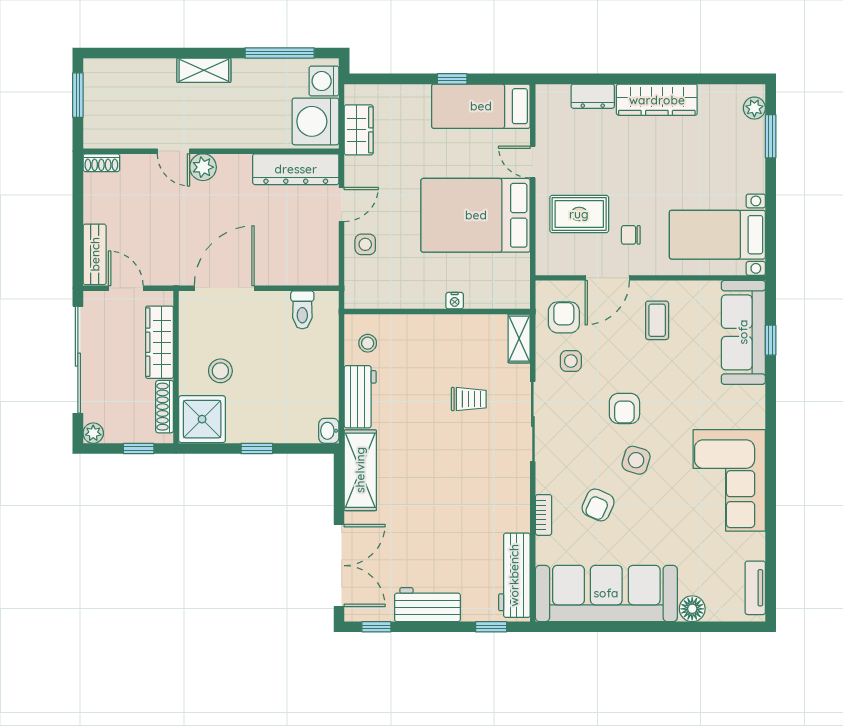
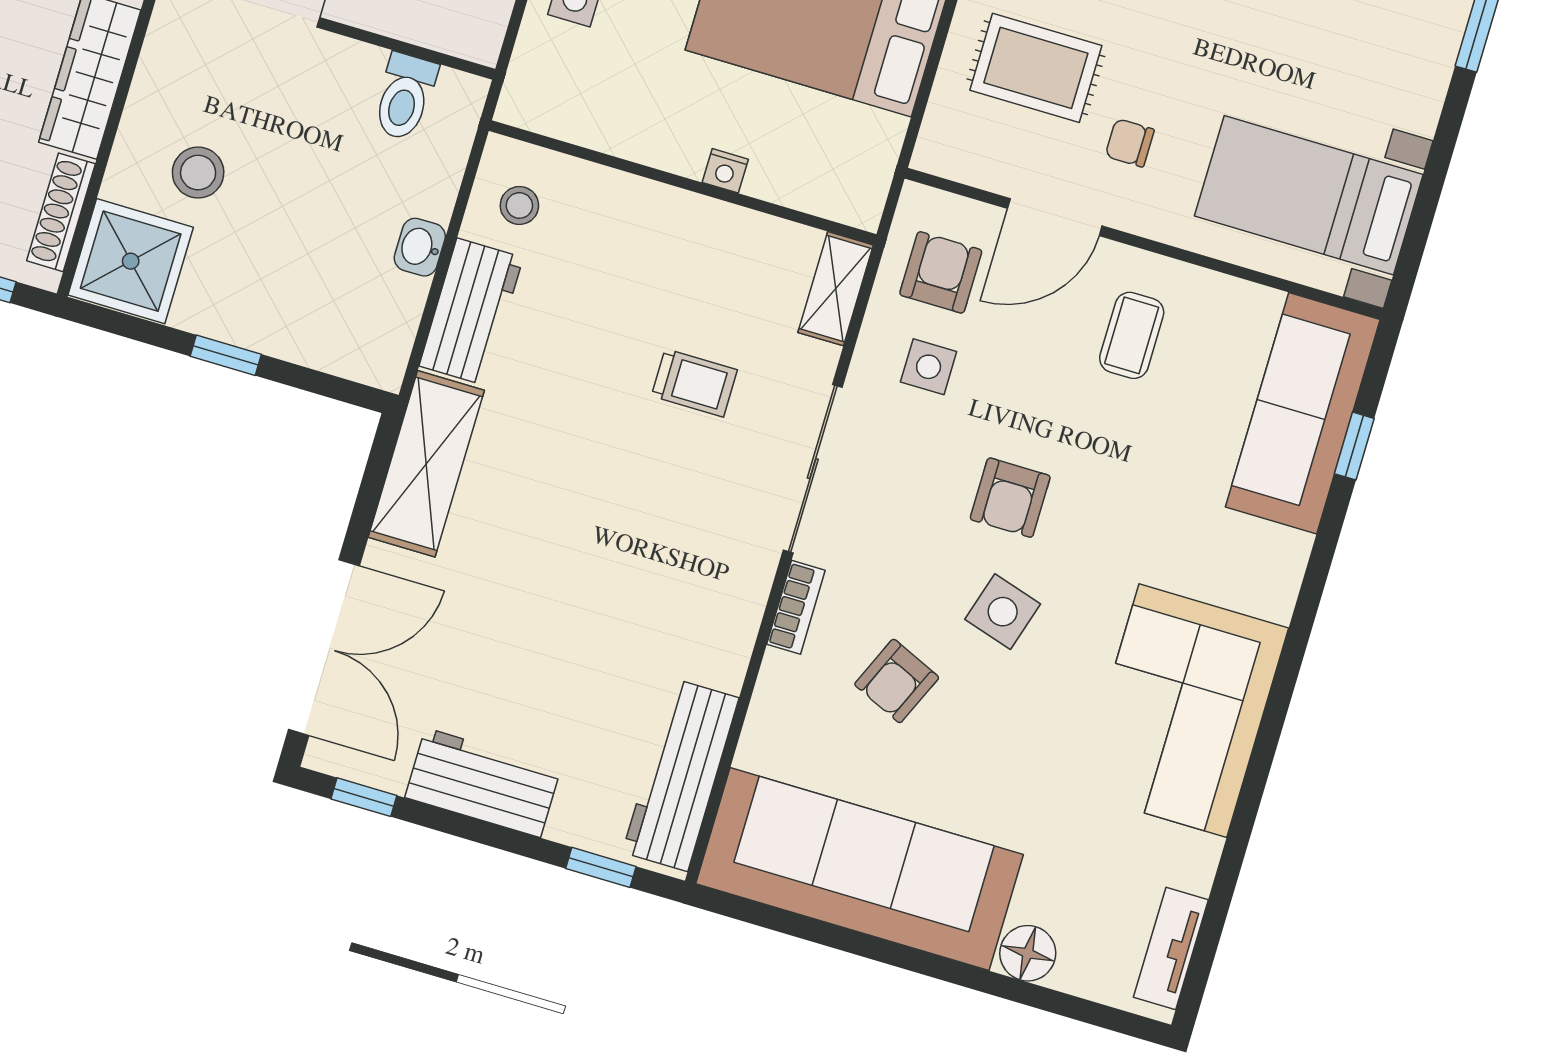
washbasin: (329, 431) -> (420, 247), moved
bookcase: (544, 515) -> (796, 607), moved

